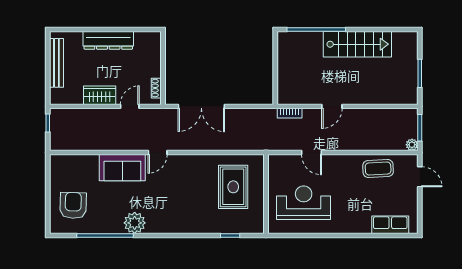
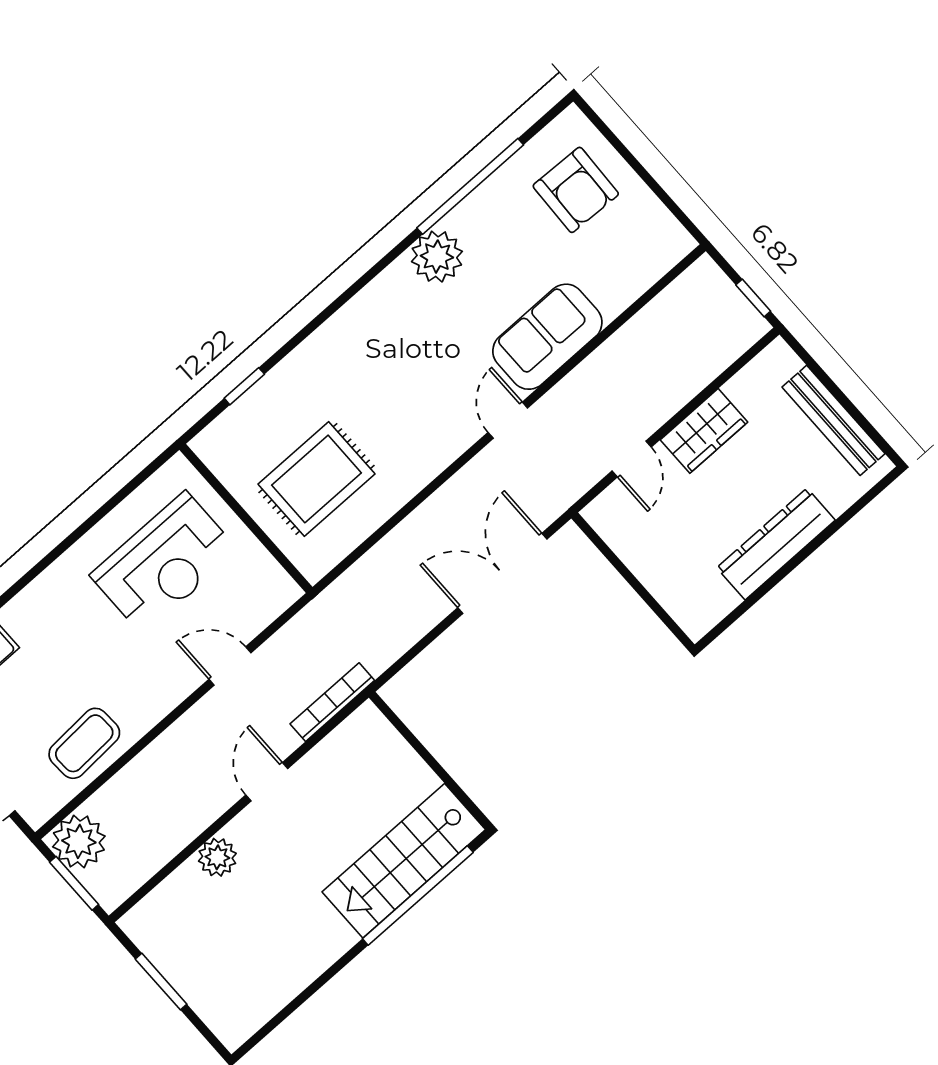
stairs: (357, 44) -> (404, 861), moved
shoe rack: (156, 88) -> (613, 534), removed
plant: (368, 97) -> (217, 857), added
bookcase: (290, 113) -> (332, 702), width x1.56
plant: (412, 145) -> (79, 841), width x1.87, depth x1.87
rug: (233, 187) -> (316, 479), turned 90

